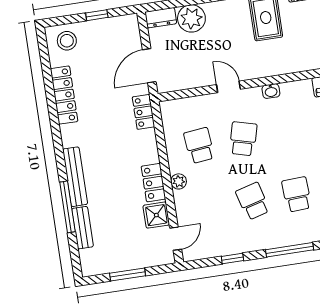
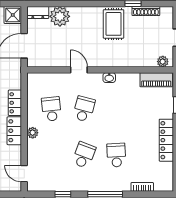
locker: (144, 112) -> (15, 103), moved
school desk: (253, 201) -> (84, 155), turned 36
shower: (156, 215) -> (13, 15), moved
door: (176, 239) -> (24, 174), swing flipped

